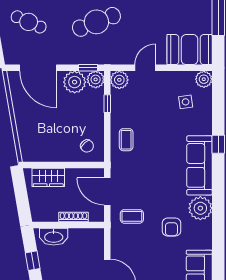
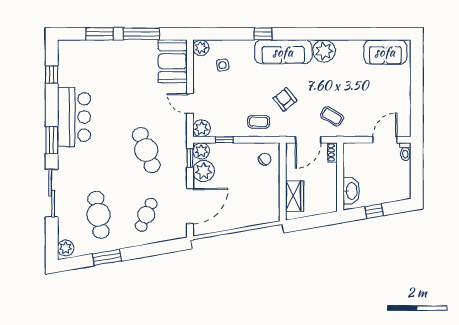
coffee table: (132, 216) -> (332, 116), turned -59
shoe rack: (73, 217) -> (332, 152), moved, width x0.70
armchair: (171, 227) -> (285, 99), moved, turned -129

